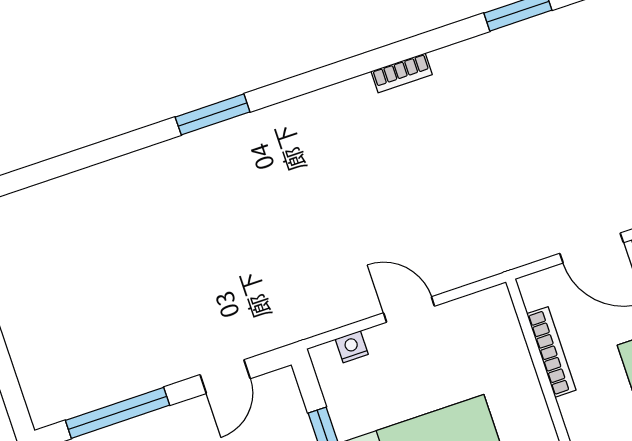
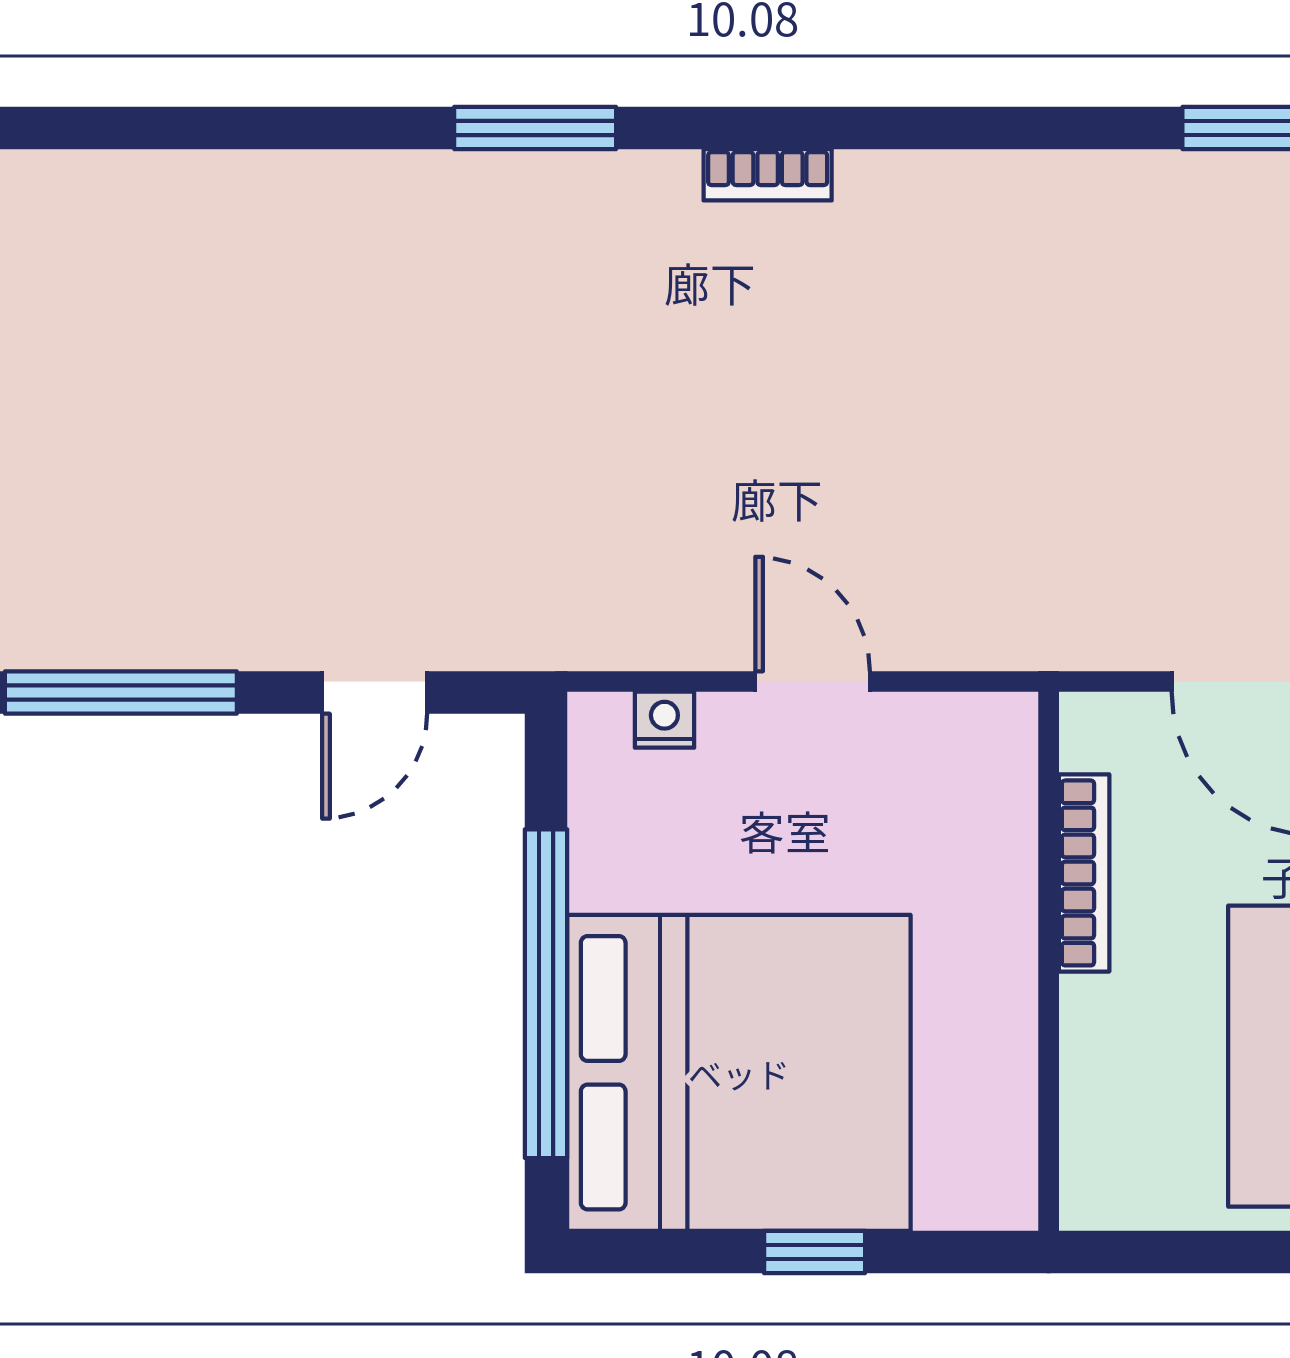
bookcase: (402, 73) -> (768, 175), moved

